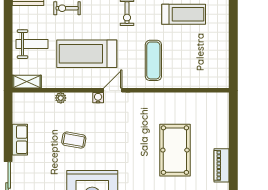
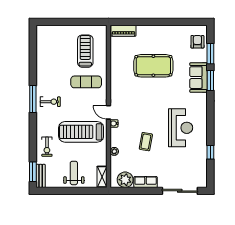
treadmill: (184, 14) -> (85, 51), moved
treadmill: (87, 54) -> (81, 132), turned 90
plant: (23, 112) -> (125, 180), added
piano: (221, 165) -> (123, 31), moved

